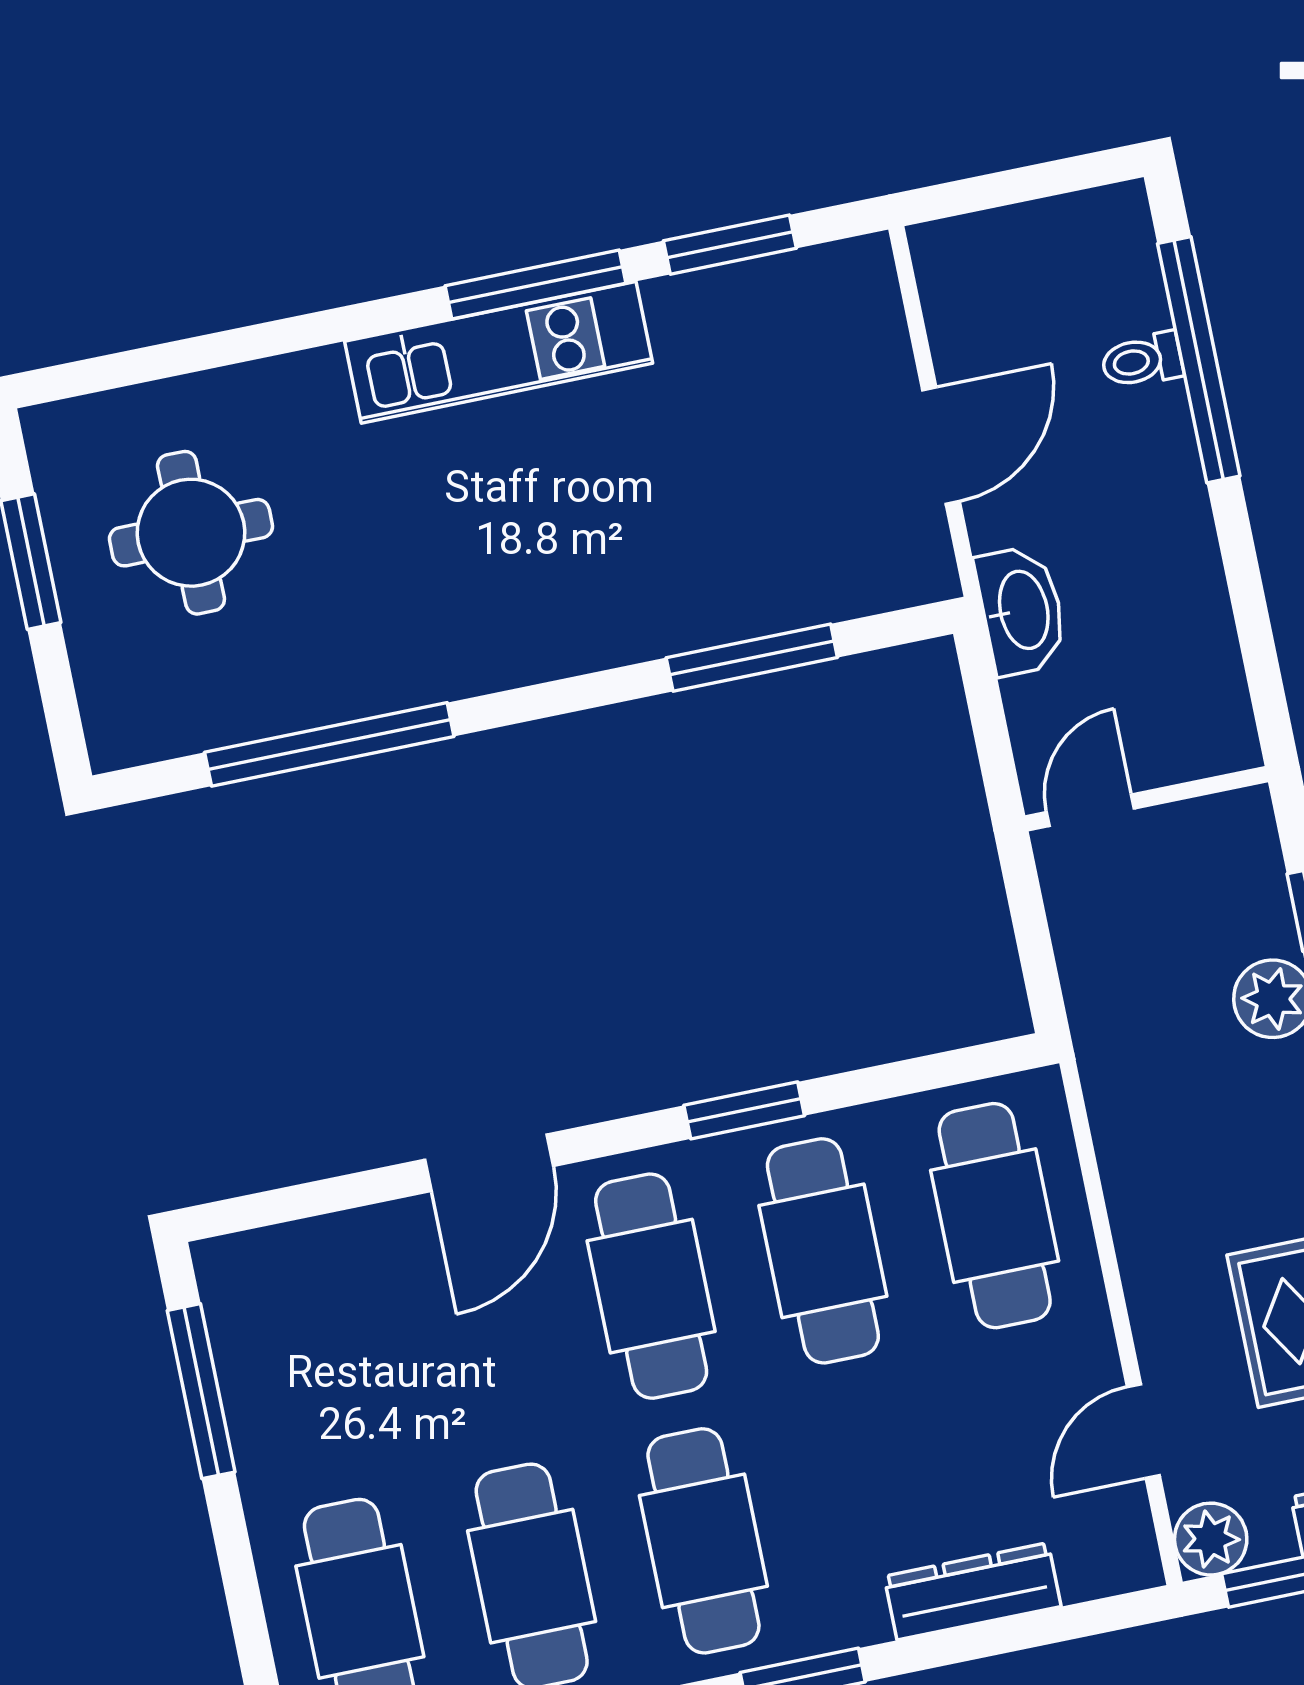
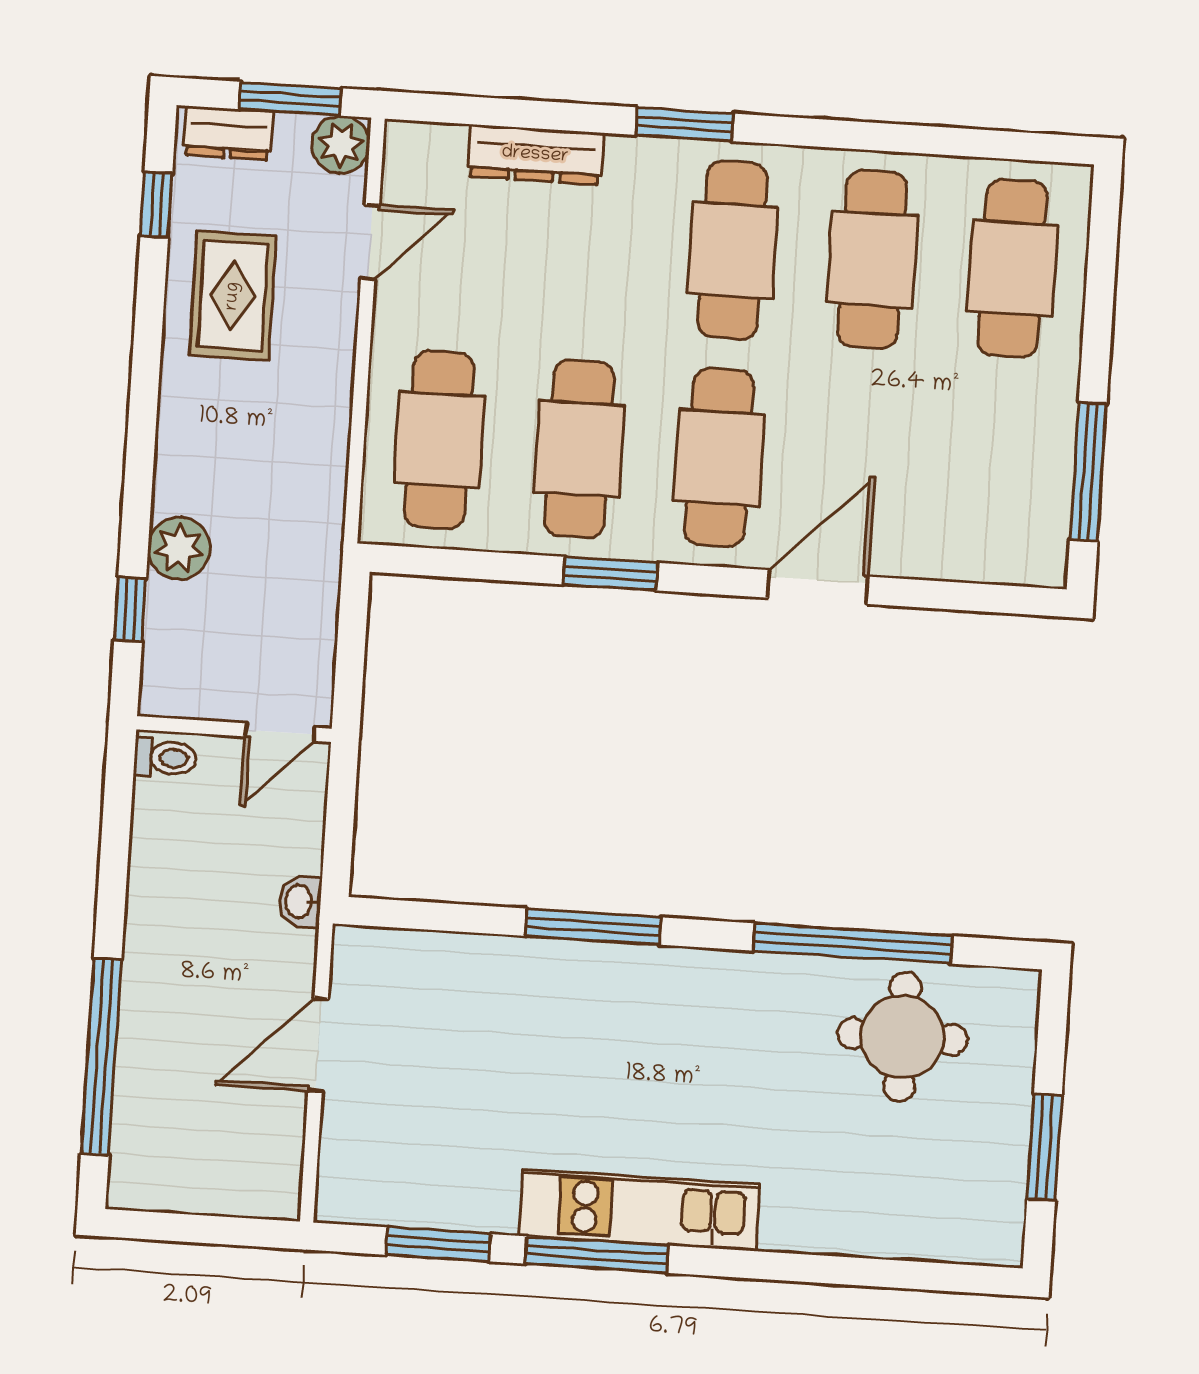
toilet: (1142, 360) -> (165, 758), moved
round table: (191, 533) -> (902, 1037), moved
washbasin: (1022, 610) -> (300, 901), width x0.52, depth x0.69
window: (752, 658) -> (593, 927), moved

